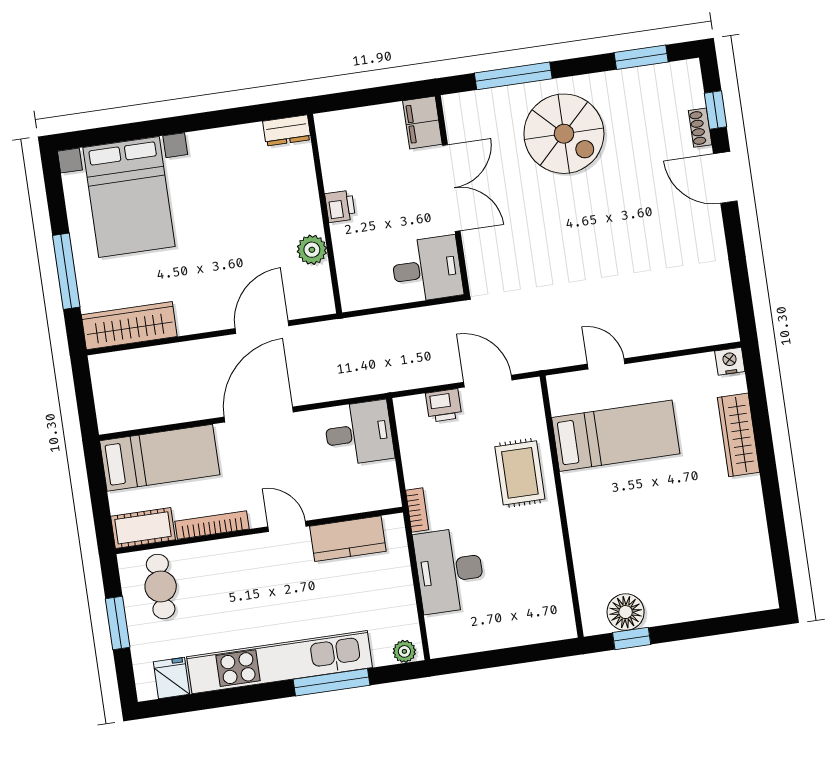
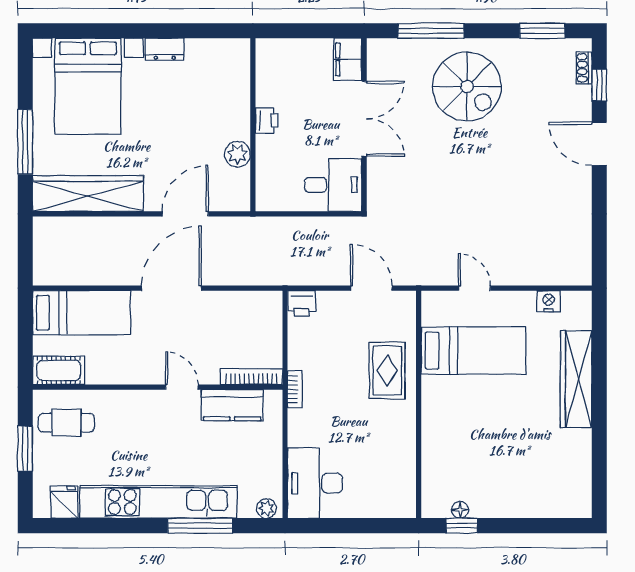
shoe rack: (700, 128) -> (584, 68), moved
dresser: (287, 130) -> (165, 49), moved
wardrobe: (129, 326) -> (88, 193), width x1.40, depth x1.17
nightstand: (730, 361) -> (548, 301), moved
printer: (444, 405) -> (302, 303), moved
desk: (359, 433) -> (255, 316), removed
wardrobe: (738, 435) -> (576, 379), width x1.40, depth x1.17
bookcase: (212, 525) -> (251, 377), moved
desk: (450, 570) -> (315, 483), moved
cafe table: (161, 586) -> (66, 423), turned 90
floor lamp: (626, 612) -> (460, 510), width x0.53, depth x0.53

